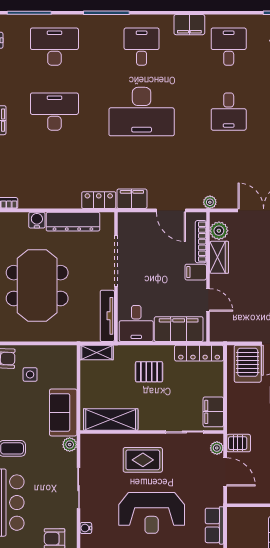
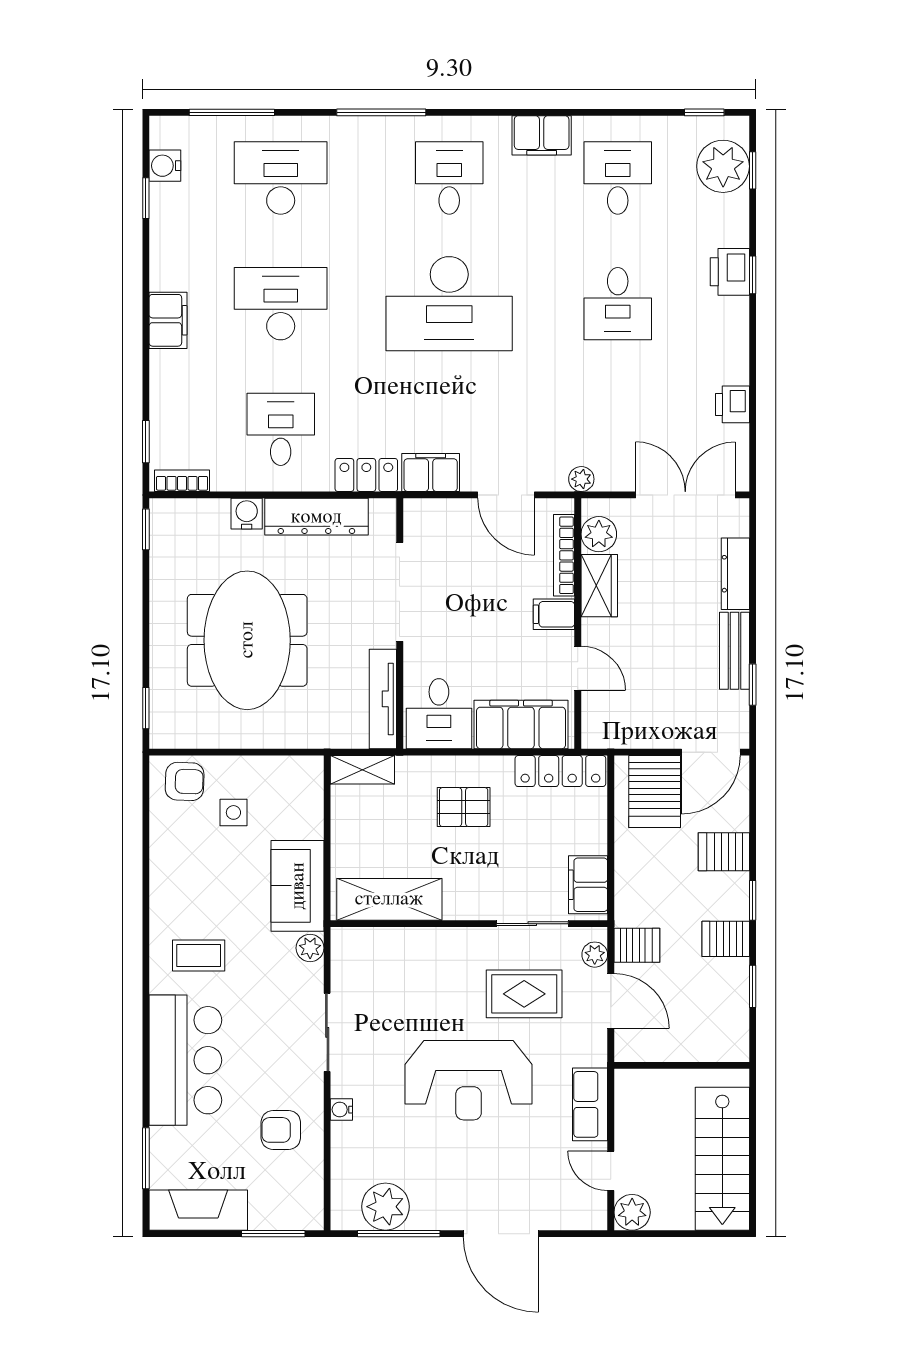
desk: (54, 177) -> (281, 429), added
rug: (143, 460) -> (524, 994), moved

